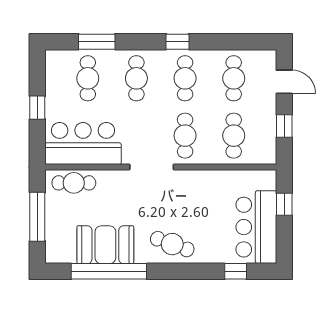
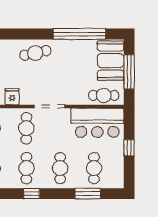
fridge: (206, 181) -> (12, 97), added
cafe table: (172, 244) -> (35, 53), turned -32
booth: (105, 245) -> (111, 61), moved, turned 90

